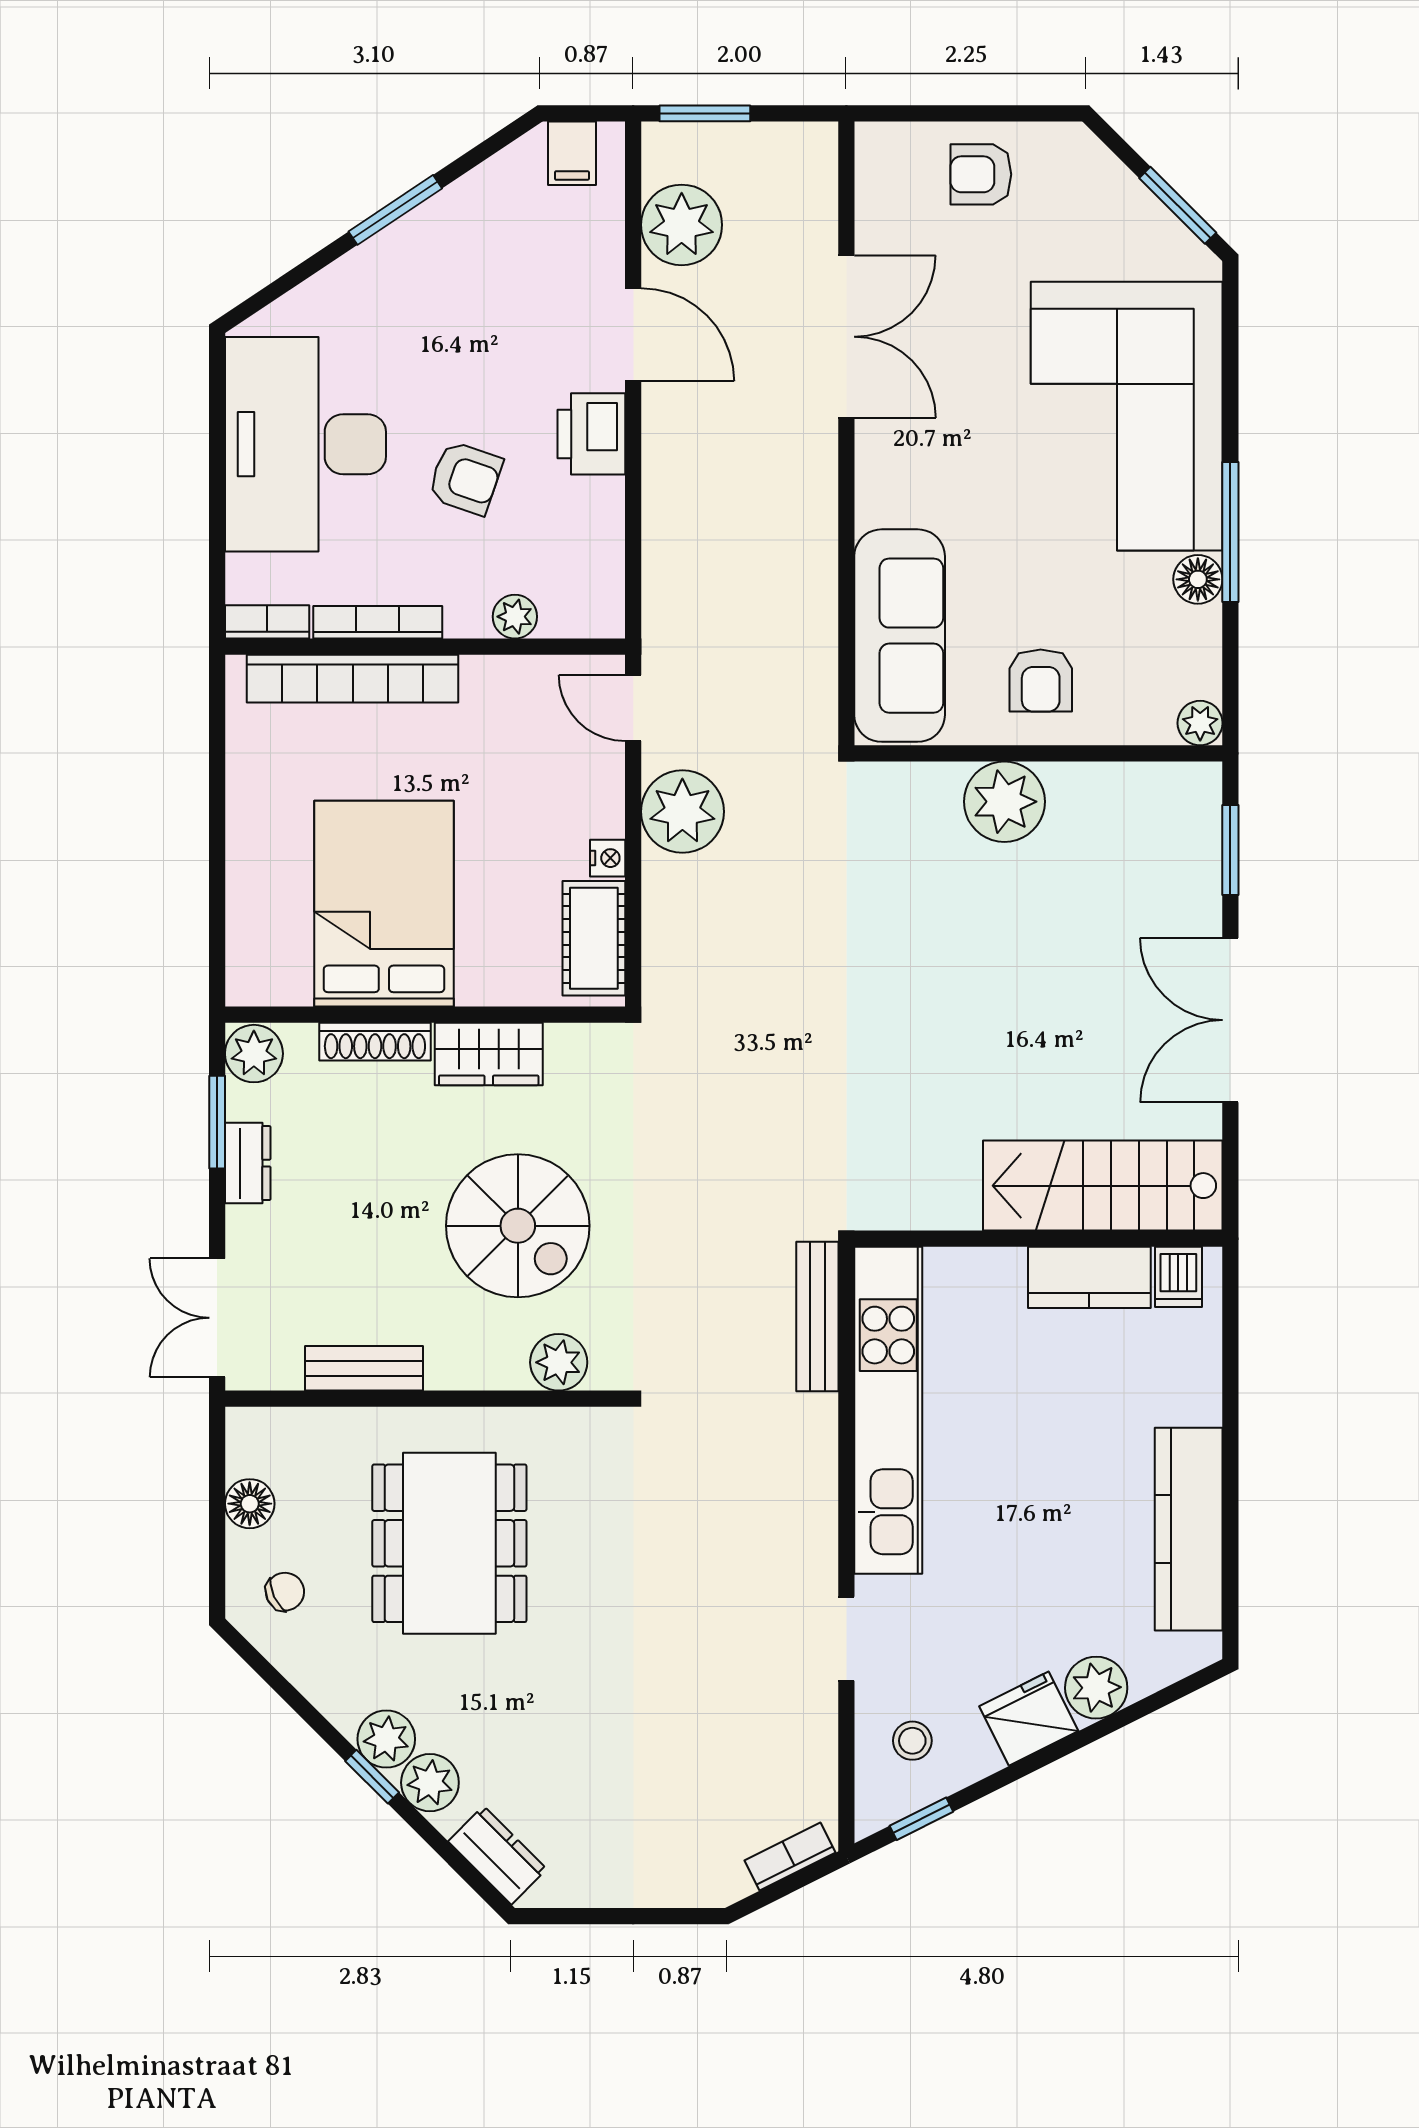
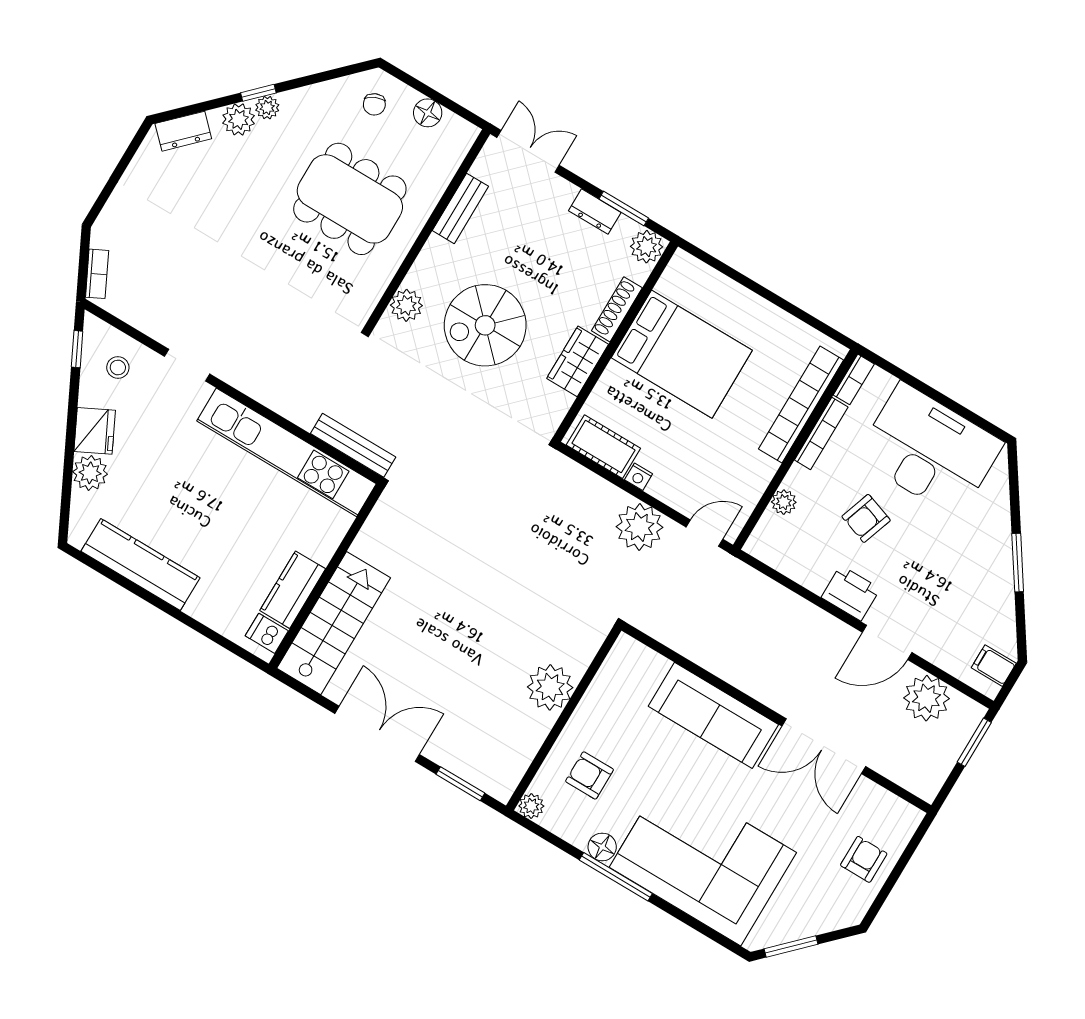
sofa: (900, 636) -> (713, 715), moved
armchair: (1041, 681) -> (590, 775), moved
plant: (386, 1739) -> (267, 108), width x0.73, depth x0.73

